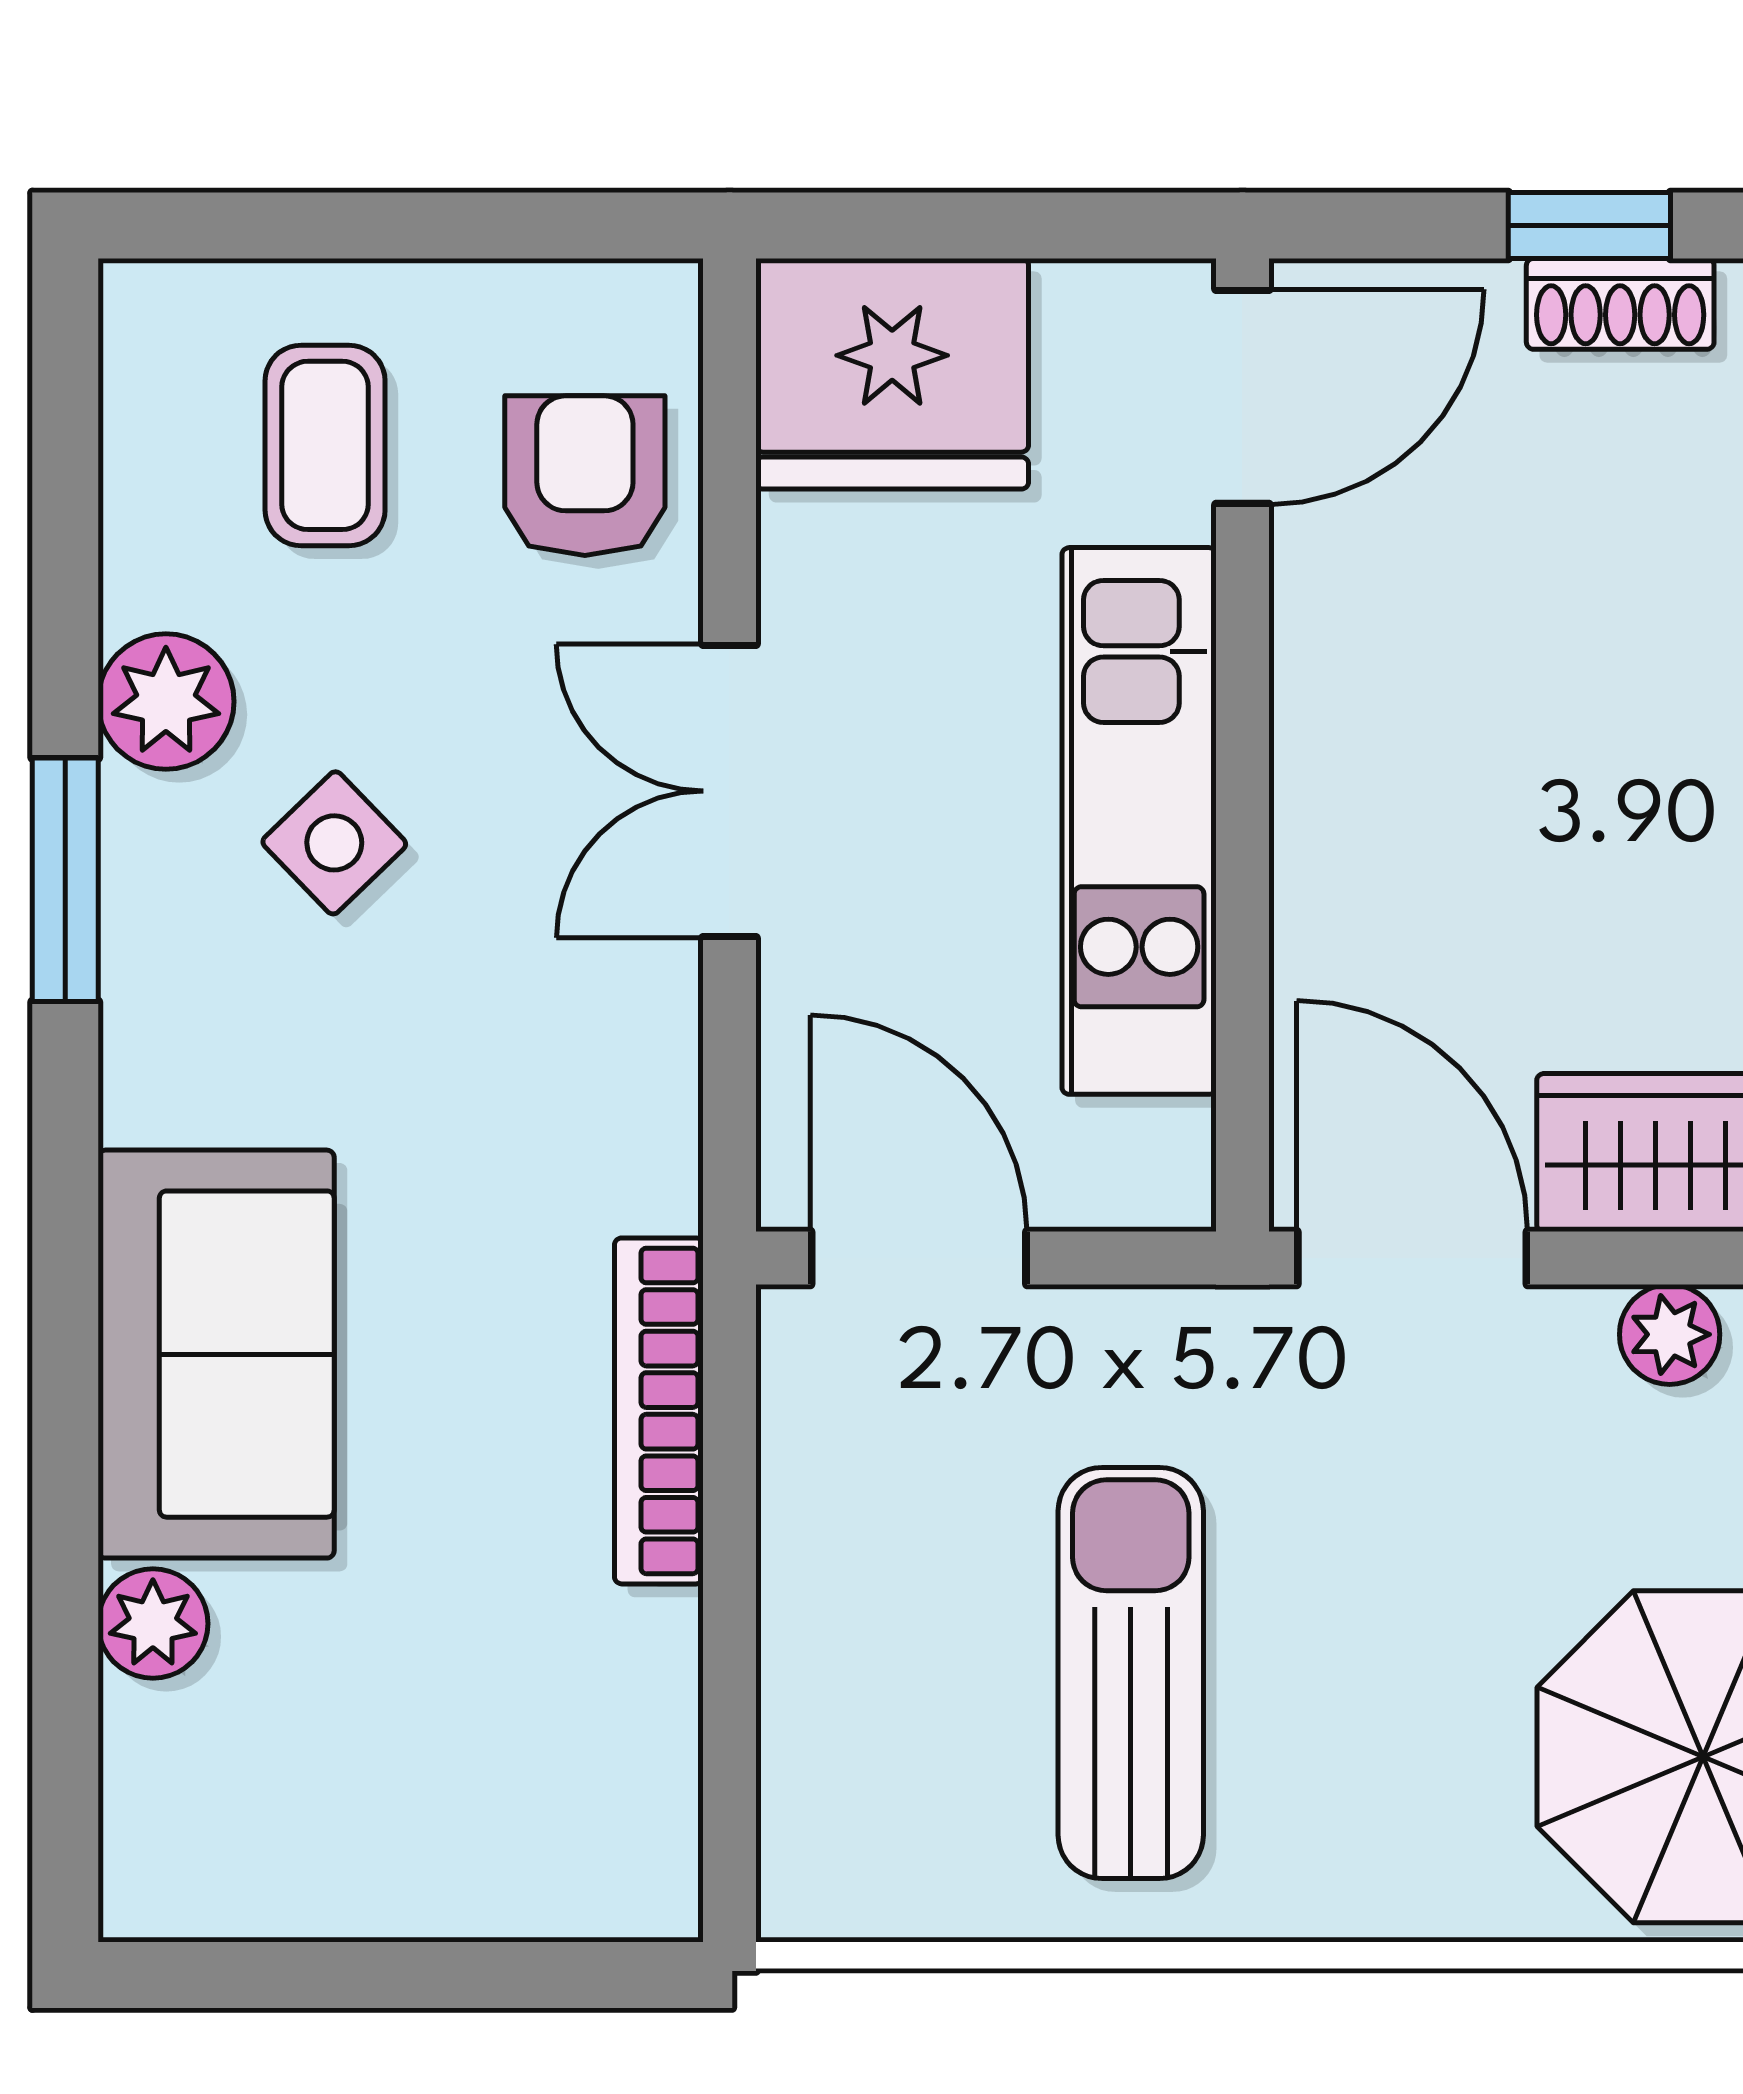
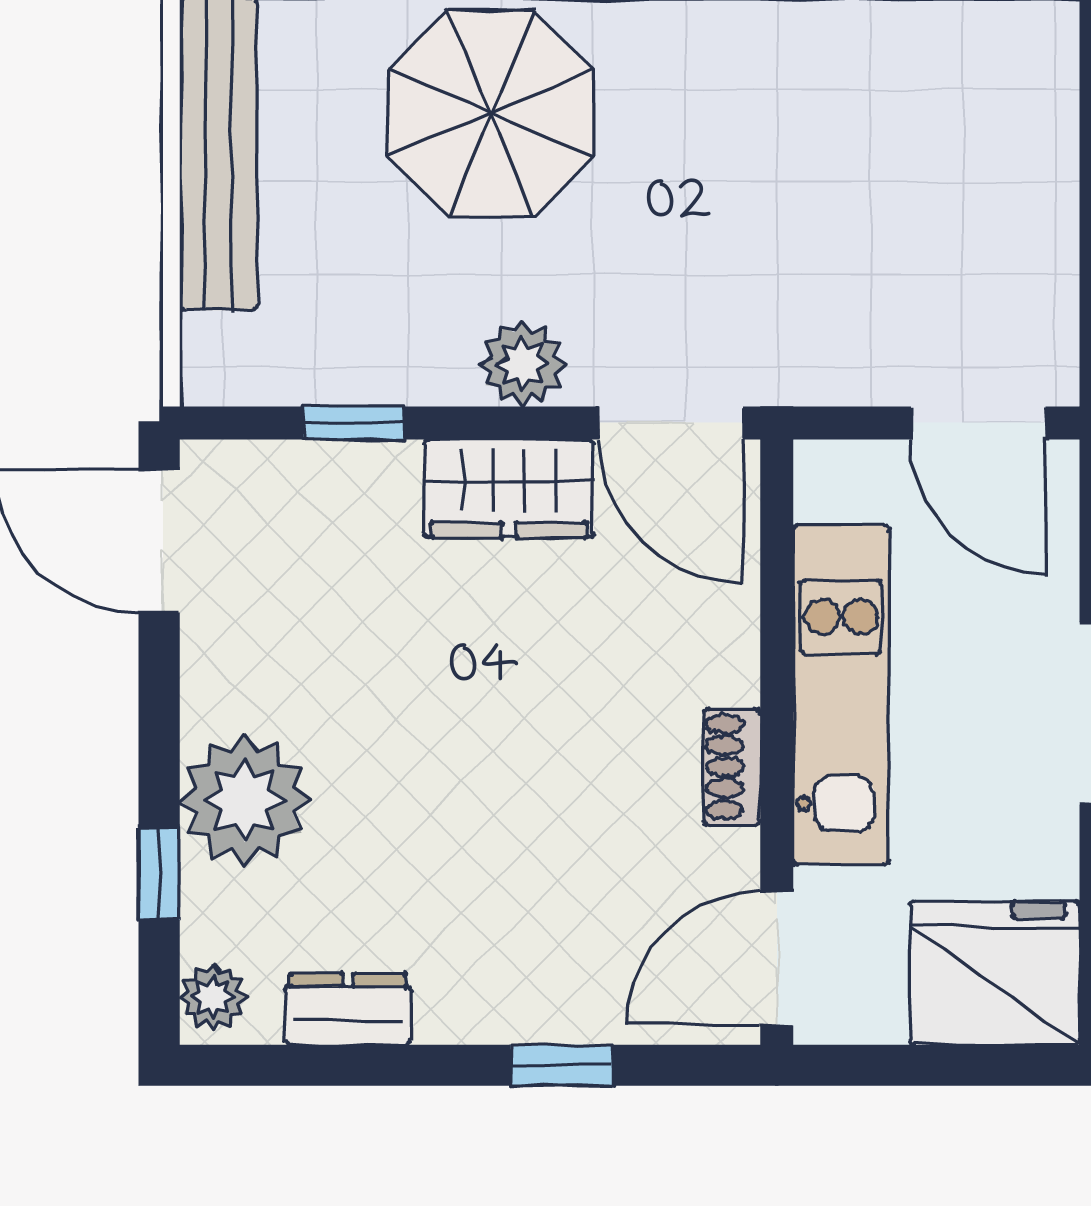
shoe rack: (1620, 304) -> (732, 767), moved, turned -90
plant: (1670, 1334) -> (523, 364), width x1.38, depth x1.38
sun lounger: (1131, 1673) -> (846, 165), removed

